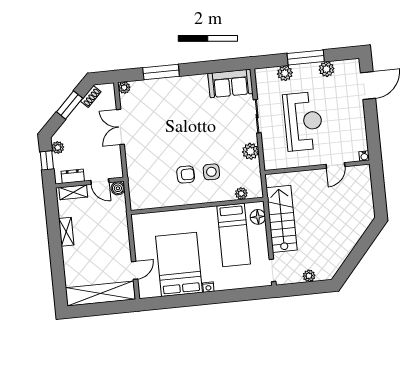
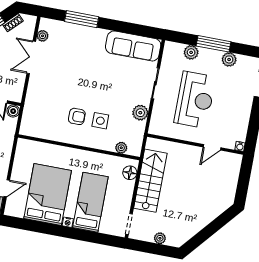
sofa: (230, 83) -> (133, 46), width x1.36
plant: (124, 88) -> (43, 36), moved
bed: (234, 235) -> (90, 202), moved, turned 180

